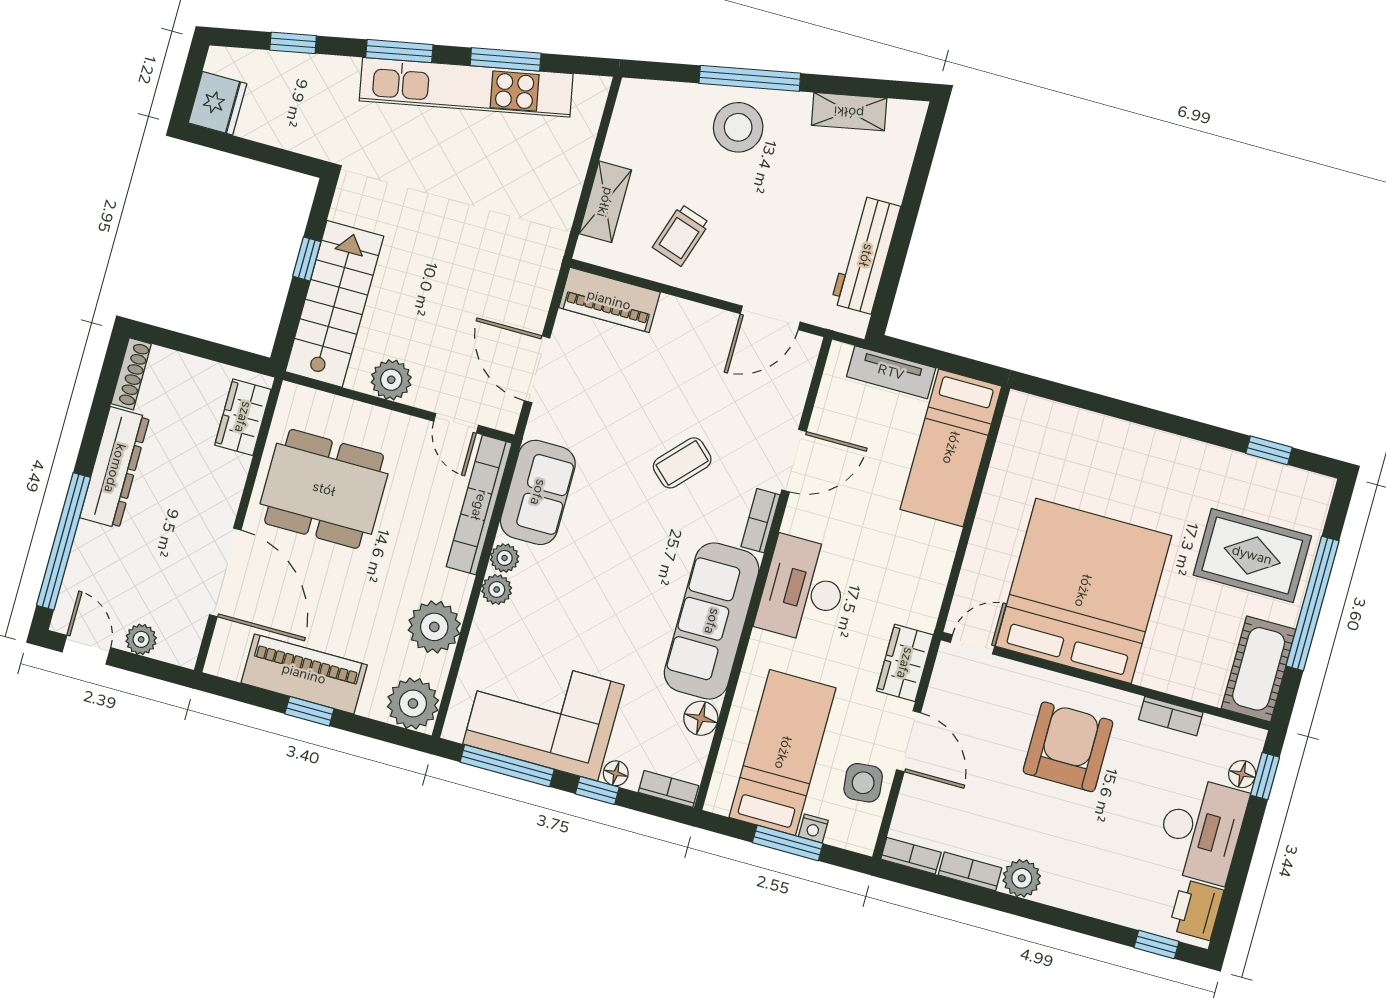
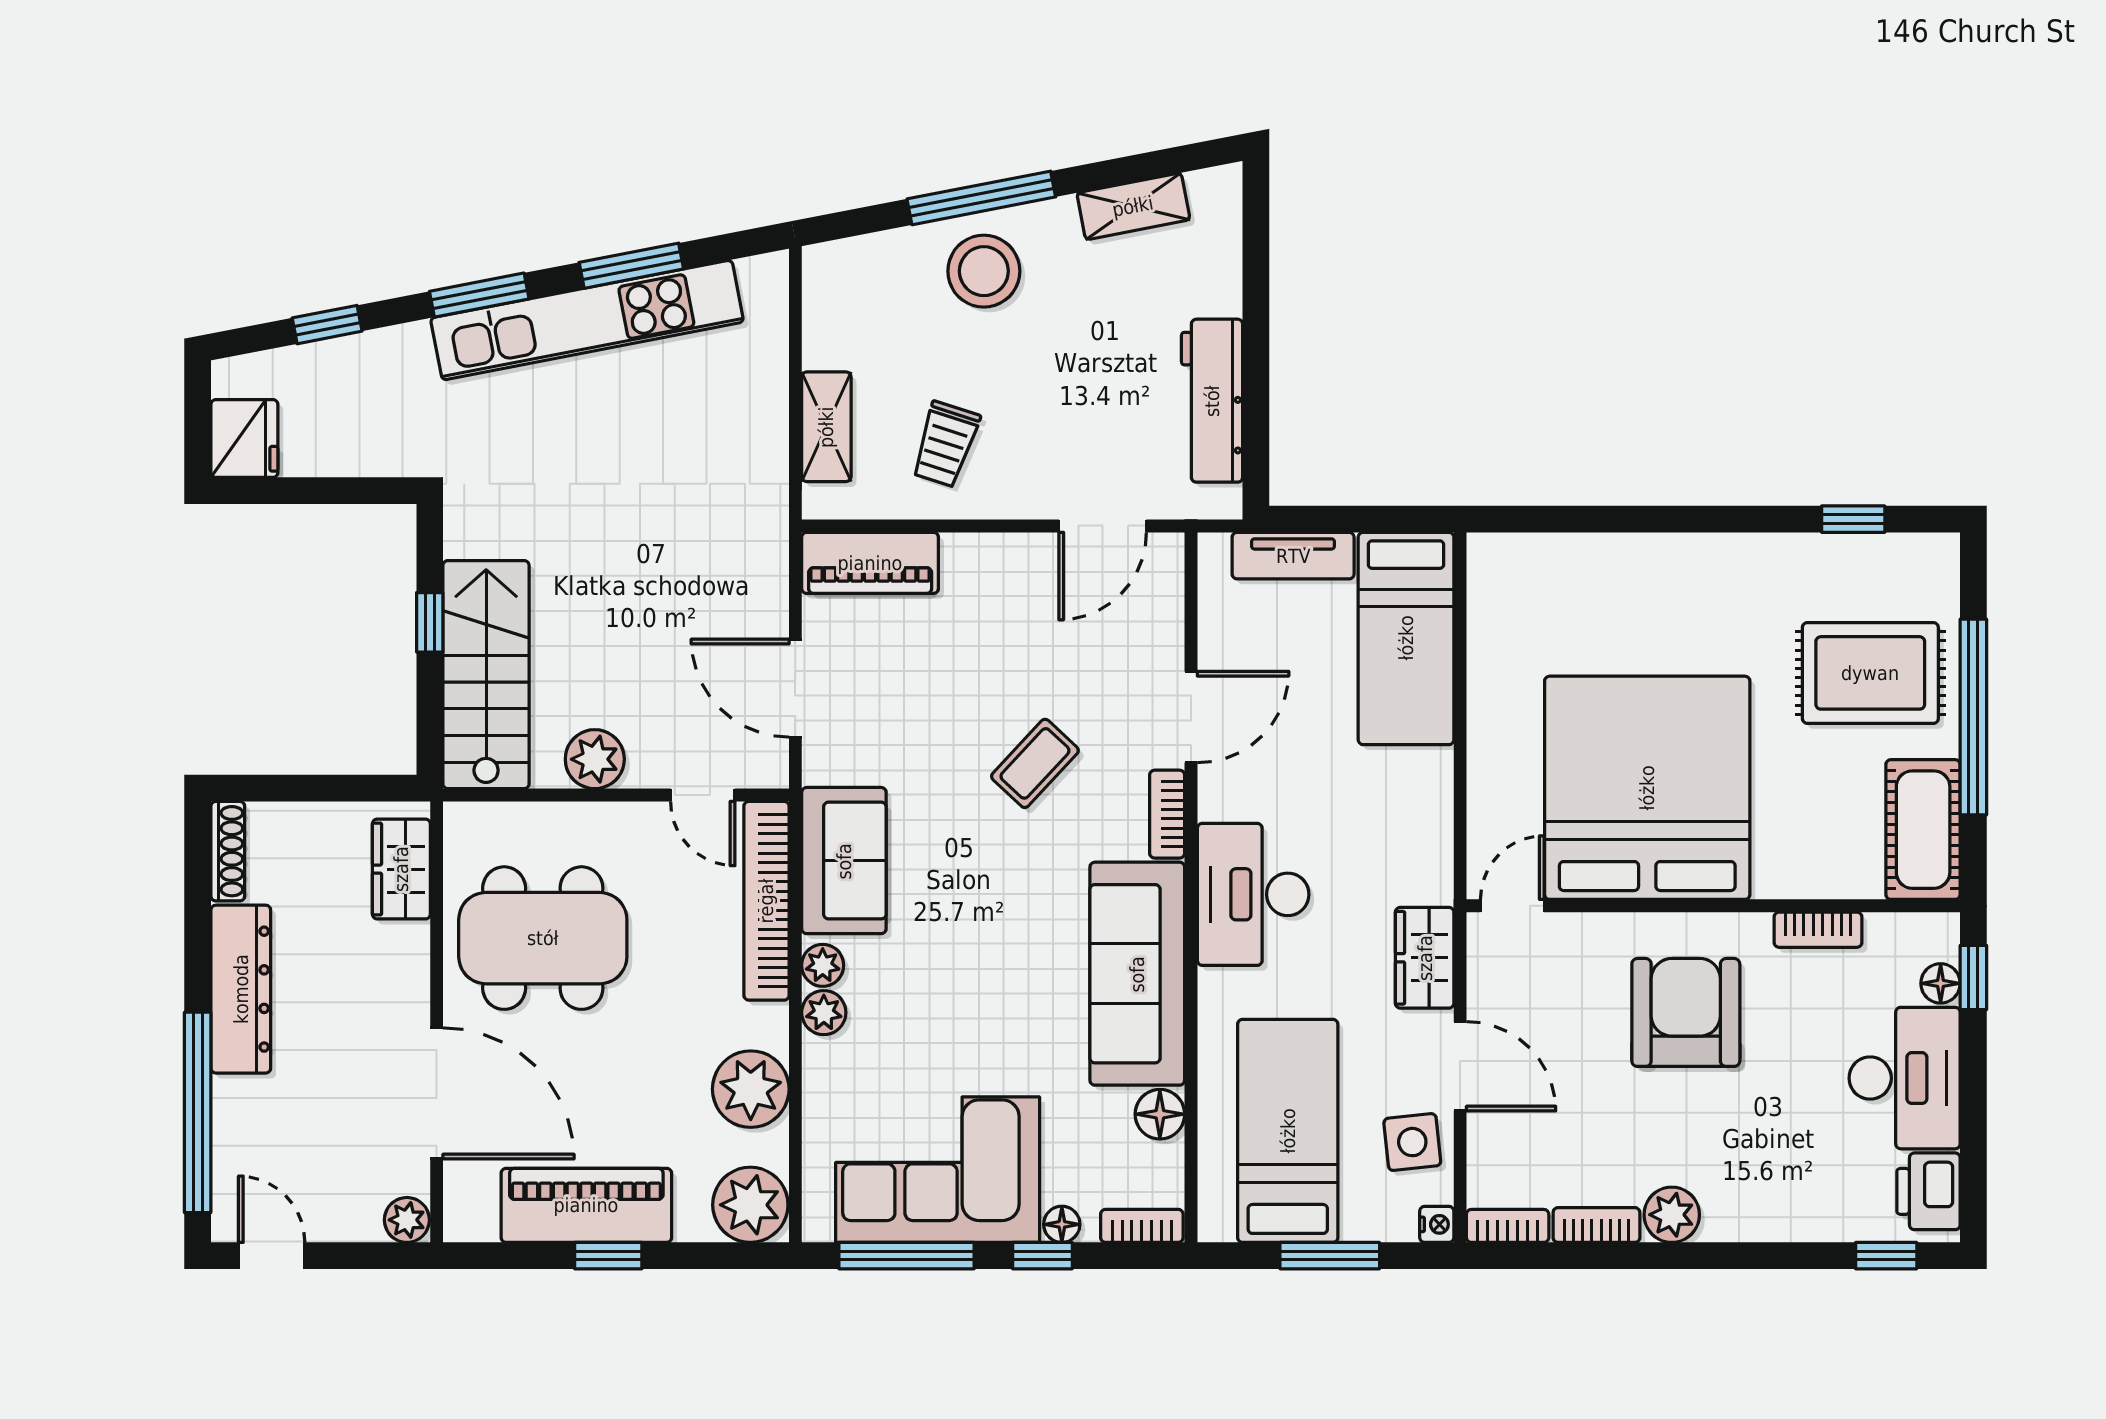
plant: (141, 639) -> (407, 1220), moved
nightstand: (813, 828) -> (1437, 1224), moved, turned -90

